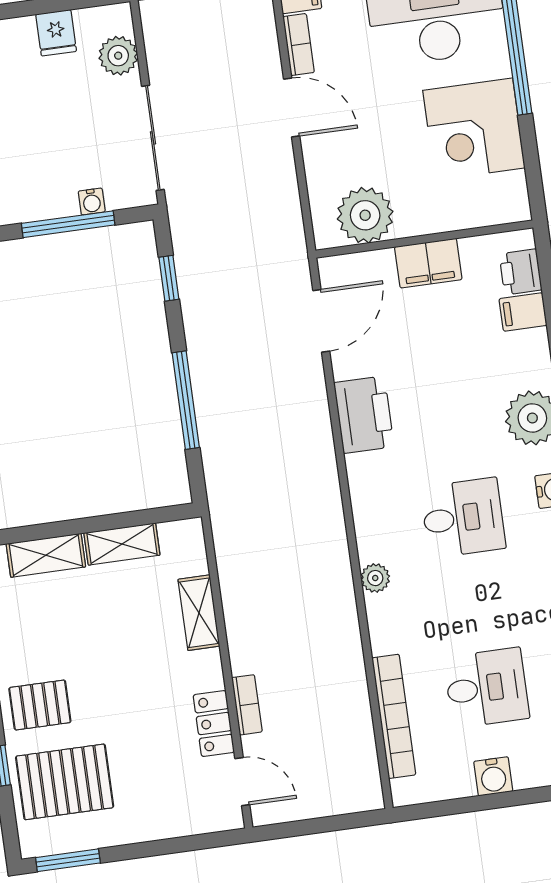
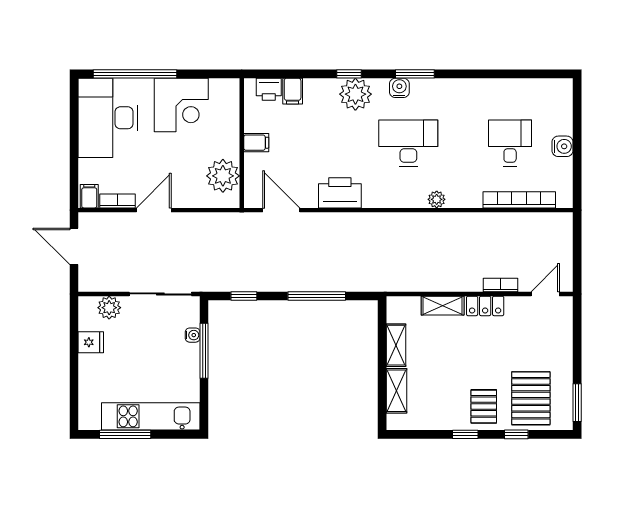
filing cabinet: (428, 263) -> (256, 143), width x0.50
desk: (463, 518) -> (408, 143), width x1.37
locker: (214, 724) -> (485, 306), moved

